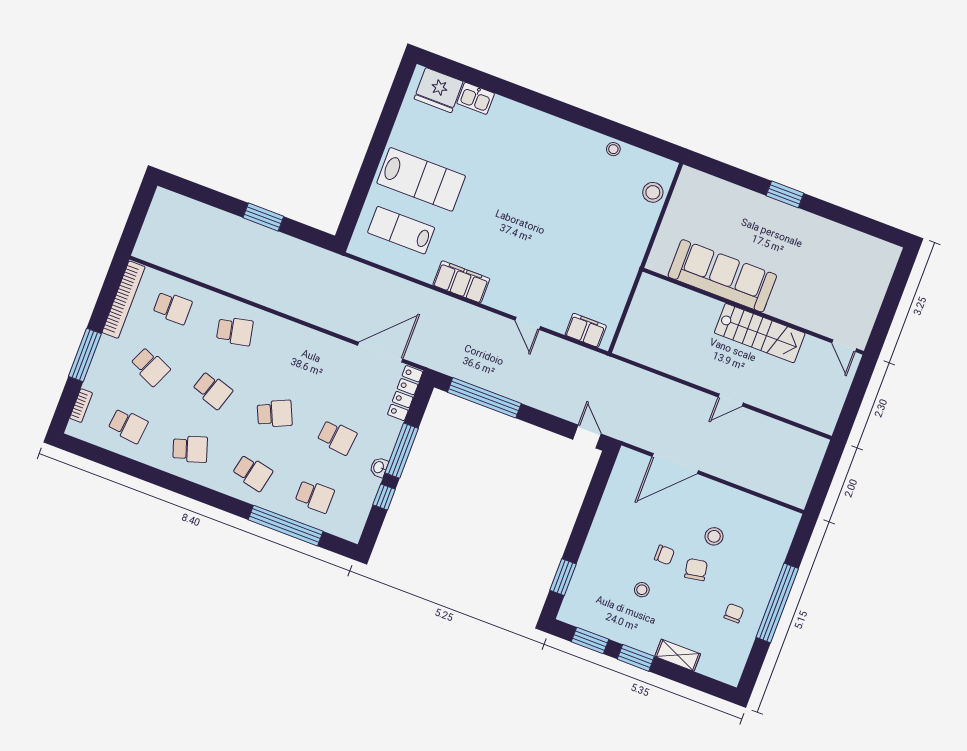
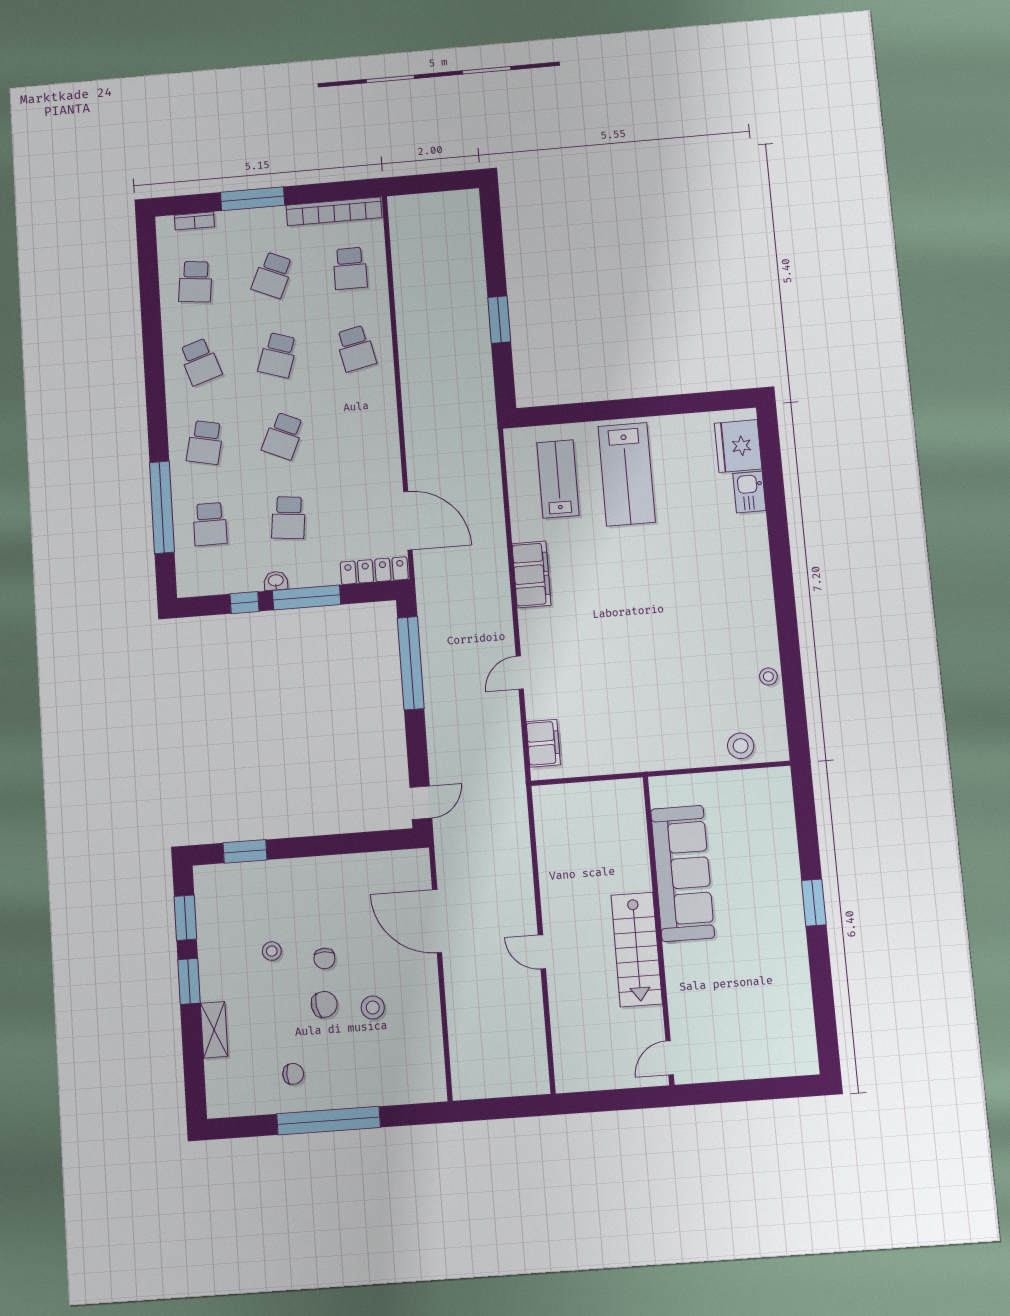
school desk: (275, 414) -> (283, 436), turned 48

